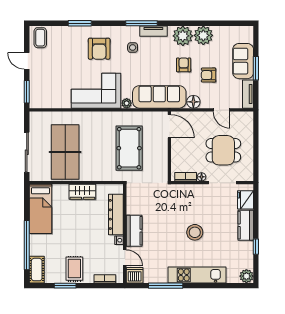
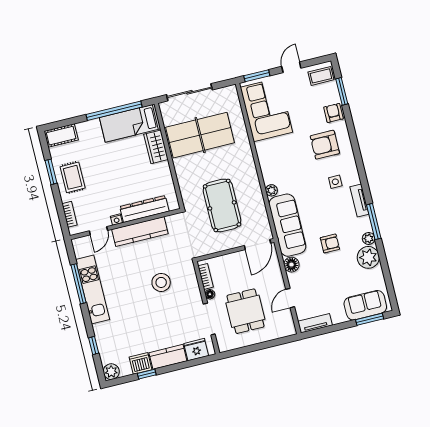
window: (80, 23) -> (342, 91), moved
window: (142, 23) -> (374, 222), moved
plant: (183, 36) -> (369, 238), width x0.53, depth x0.53
sofa: (243, 61) -> (365, 305), moved
window: (256, 68) -> (370, 319), moved
armchair: (209, 75) -> (333, 113), moved
corner sofa: (96, 91) -> (266, 110), moved
pool table: (129, 148) -> (222, 205), turned 90
wardrobe: (82, 192) -> (156, 147), moved
kitchen counter: (134, 231) -> (140, 232), width x1.50
stool: (195, 232) -> (161, 282), moved
window: (27, 245) -> (114, 111), moved
rug: (74, 269) -> (73, 177), turned 90
dishwasher: (135, 275) -> (141, 363), moved, turned -90
kitchen unit: (197, 275) -> (93, 289), moved
window: (221, 286) -> (94, 345), added

